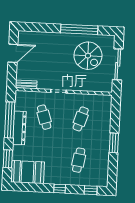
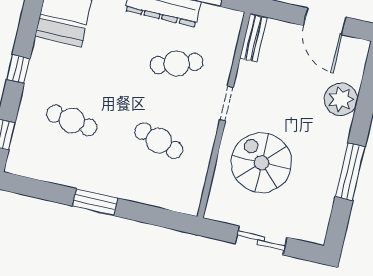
window: (79, 29) -> (350, 172), width x0.68
plant: (47, 39) -> (341, 99), added
spiral stairs: (88, 56) -> (261, 163), moved, turned 90
sliding door: (118, 64) -> (261, 240), width x0.73

